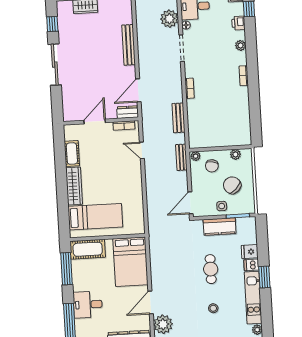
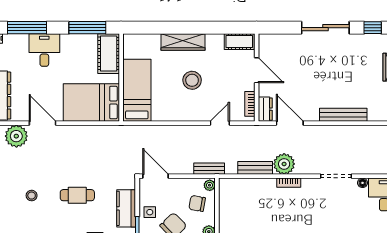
plant: (169, 19) -> (284, 164), moved
cot: (72, 154) -> (239, 42), moved
stool: (106, 176) -> (192, 80), added
bed: (95, 217) -> (137, 90), moved, turned 180

